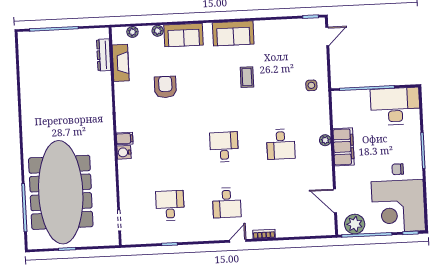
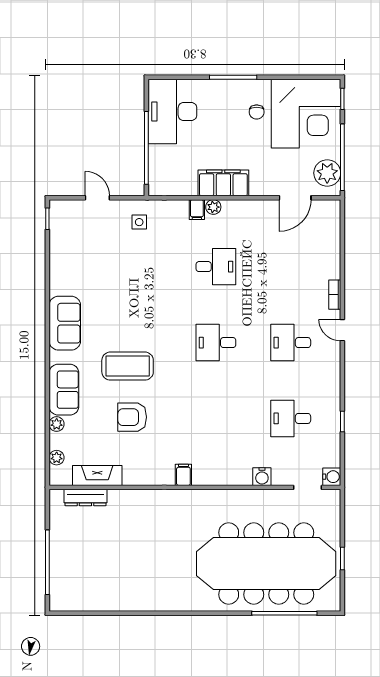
door: (327, 36) -> (97, 198), moved
coffee table: (247, 77) -> (128, 366), moved, width x1.86, depth x1.72
filing cabinet: (323, 128) -> (197, 210), added
filing cabinet: (125, 138) -> (183, 475), moved
water cooler: (124, 152) -> (262, 477), moved
desk: (227, 203) -> (291, 343), turned 180
water cooler: (128, 238) -> (332, 477), added

